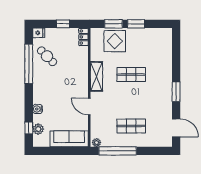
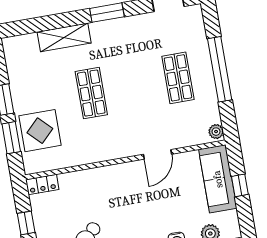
shelving: (96, 77) -> (64, 37), moved
window: (63, 151) -> (240, 185), added
window: (118, 151) -> (220, 69), moved

